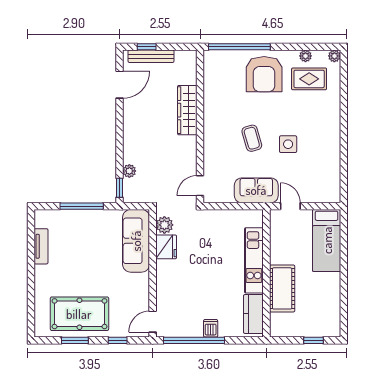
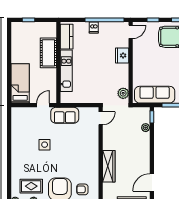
armchair: (229, 74) -> (82, 189), added
coffee table: (252, 138) -> (68, 148), removed
door: (290, 206) -> (43, 105), swing flipped
sofa: (136, 241) -> (155, 95), moved, turned -90
fridge: (166, 247) -> (122, 55), moved

